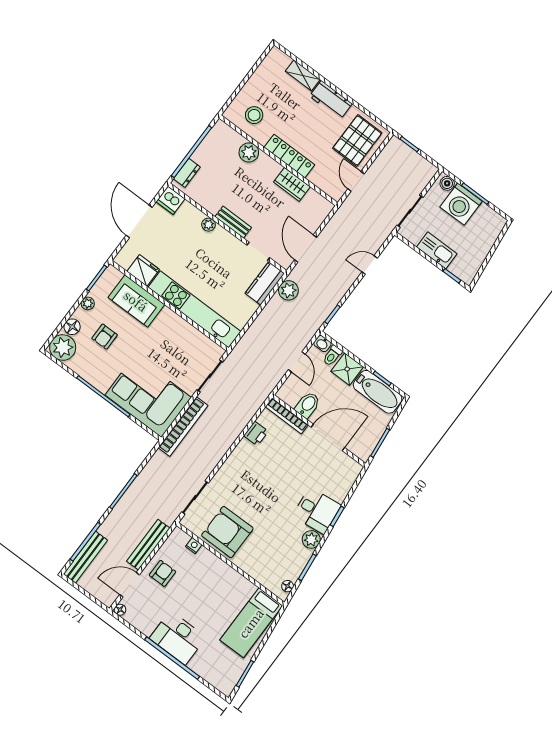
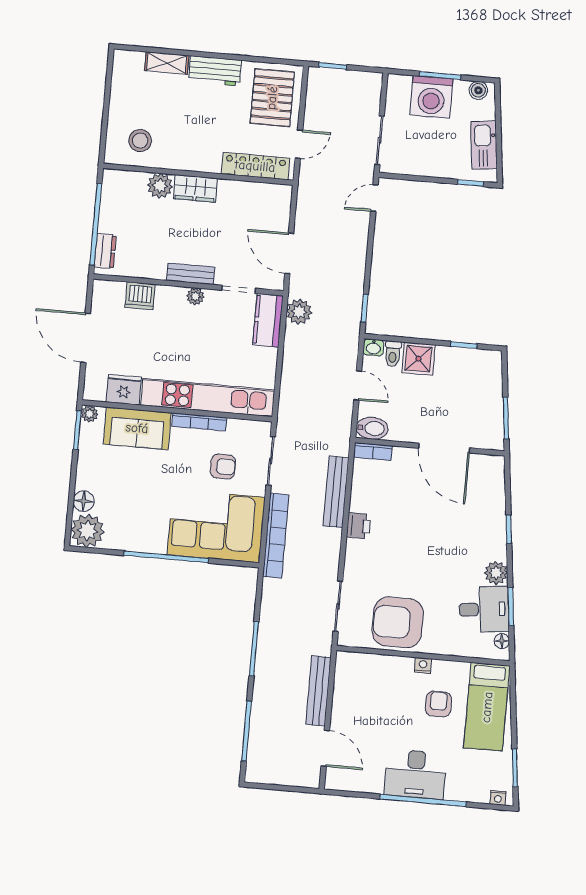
locker: (289, 156) -> (255, 166), moved
door: (356, 181) -> (299, 144), swing flipped
boiler: (447, 183) -> (478, 90), moved
wardrobe: (292, 184) -> (195, 188), moved
dishwasher: (170, 200) -> (140, 296), moved
plant: (209, 225) -> (195, 296), moved
kitchen sink: (437, 250) -> (484, 145), moved, turned -97
door: (370, 265) -> (374, 198), moved
plant: (88, 303) -> (90, 414), moved
bookcase: (179, 322) -> (199, 422), added
armchair: (105, 337) -> (223, 467), moved, turned -90
bathtub: (378, 392) -> (468, 363), removed
bidet: (308, 405) -> (372, 428), moved, turned 90
bookcase: (287, 416) -> (373, 451), width x0.64
printer: (256, 434) -> (359, 526), moved
door: (328, 437) -> (444, 448), swing flipped
desk: (317, 511) -> (484, 609), moved
nightstand: (194, 546) -> (423, 665), moved
bench: (85, 557) -> (336, 492), moved
armchair: (163, 573) -> (438, 704), moved
door: (130, 585) -> (325, 748), swing flipped
floor lamp: (120, 610) -> (332, 783), removed
nightstand: (222, 686) -> (498, 798), added

